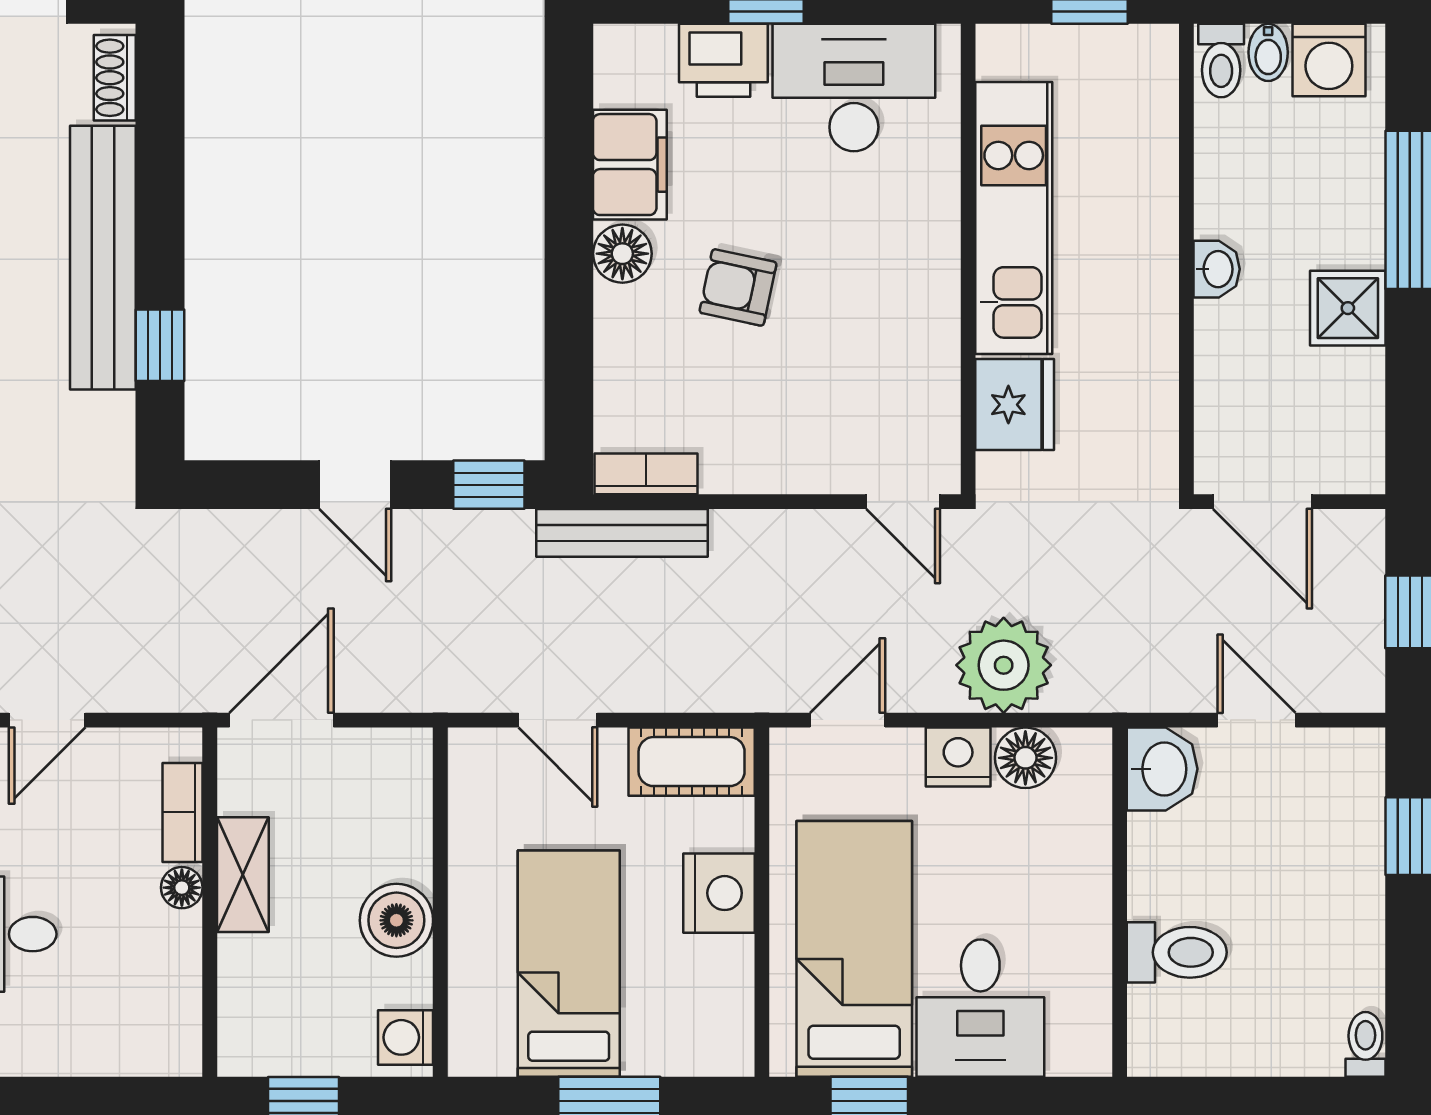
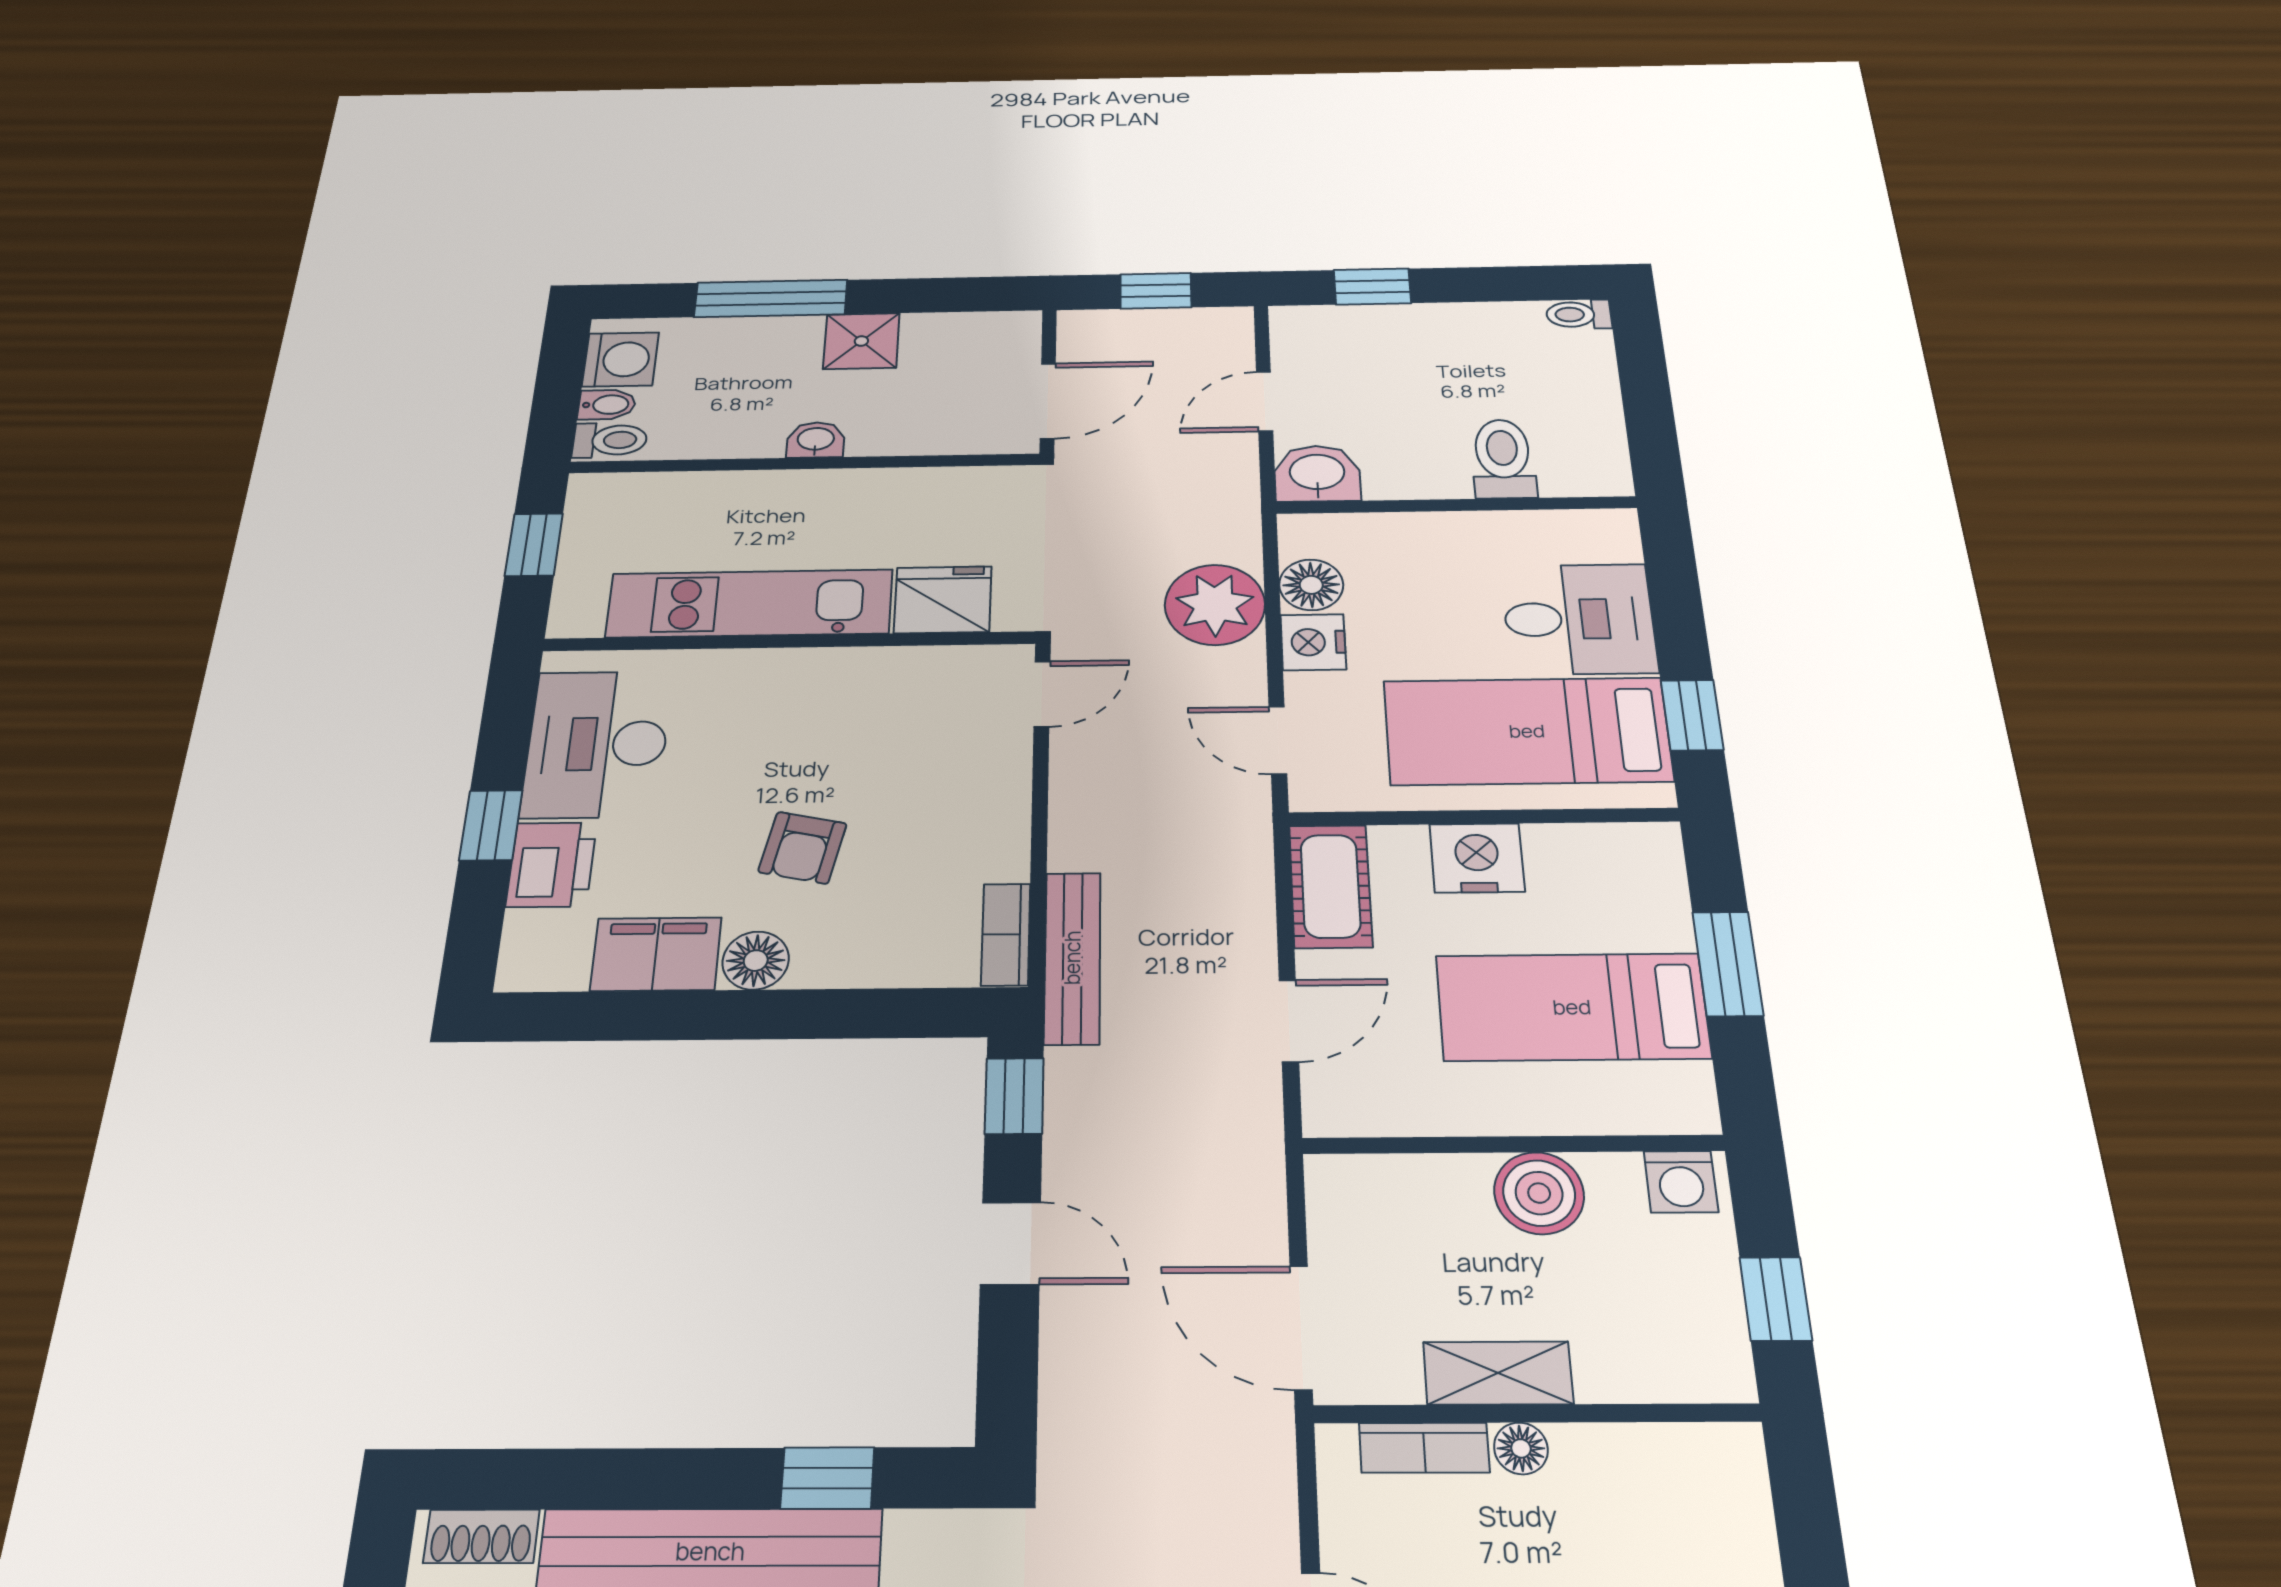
door: (355, 485) -> (1011, 1243), hinge flipped

